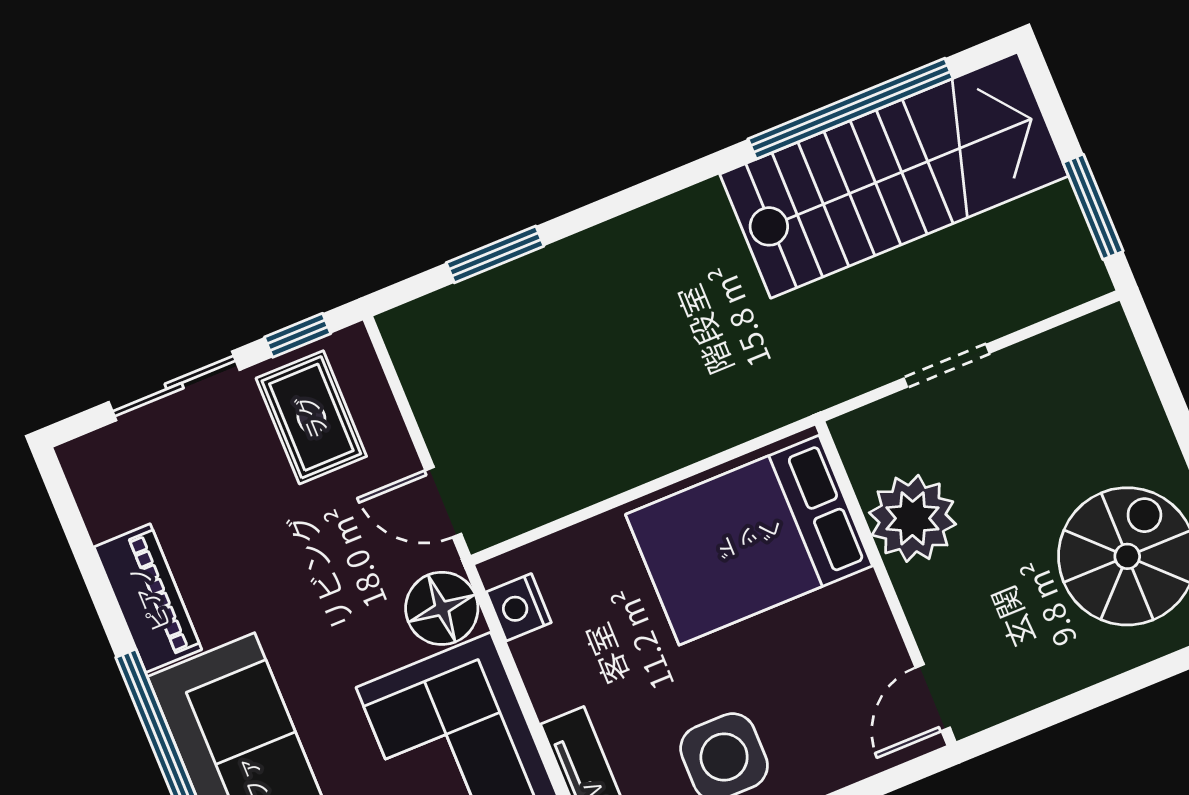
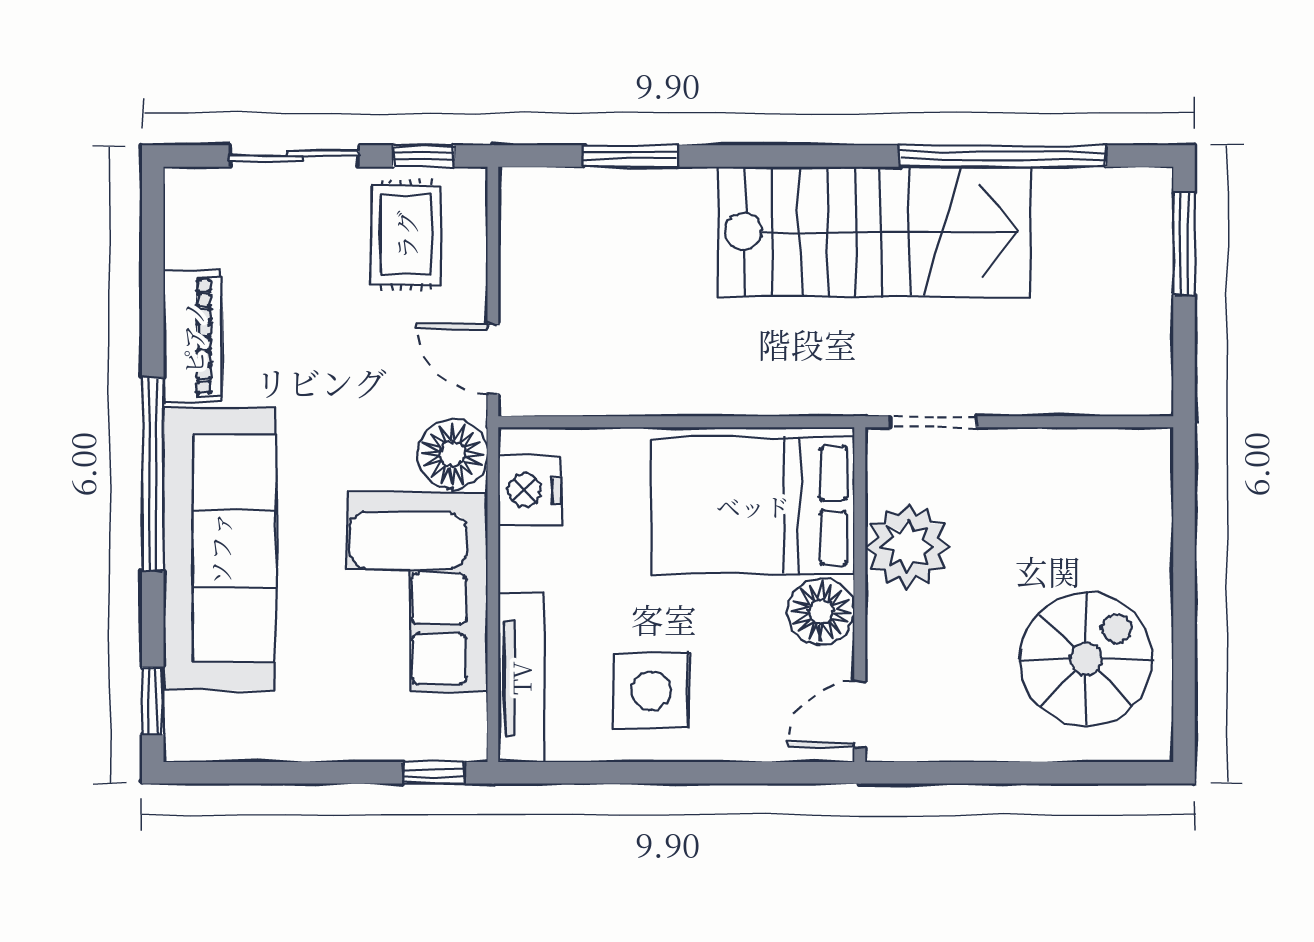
stairs: (894, 175) -> (874, 232), moved
window: (1093, 207) -> (1184, 244), moved
doorway: (947, 366) -> (933, 422), moved
nightstand: (519, 607) -> (530, 490), width x1.36, depth x1.33
floor lamp: (856, 615) -> (821, 612), added

